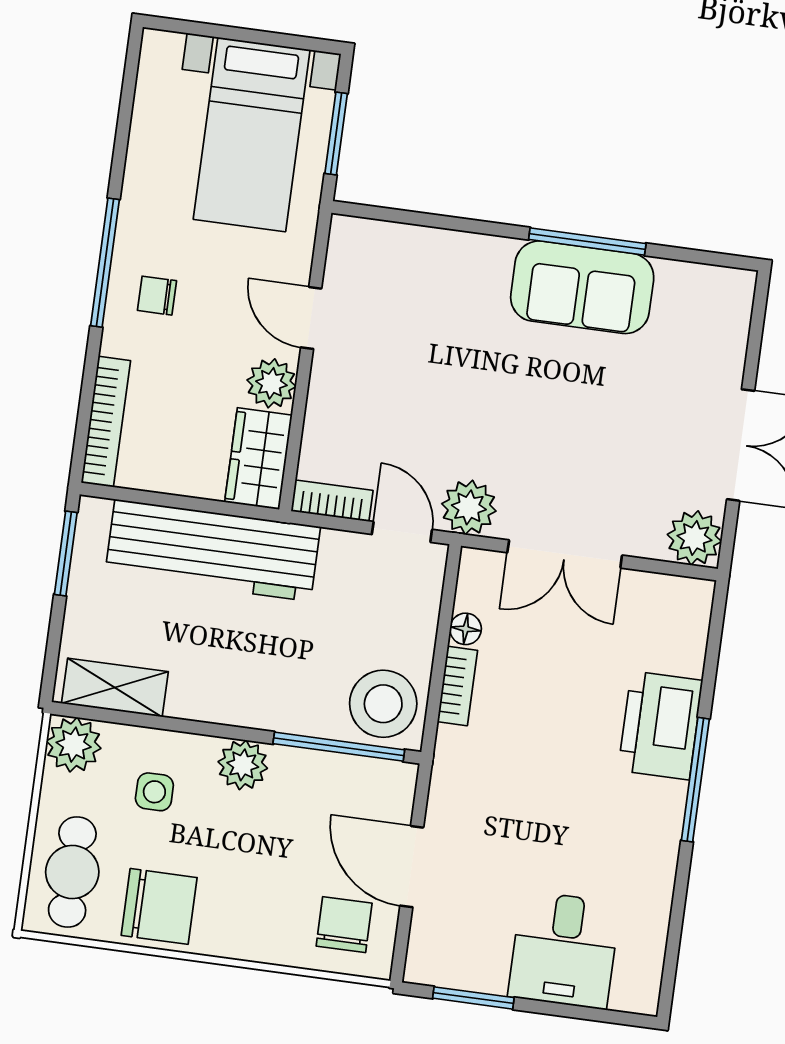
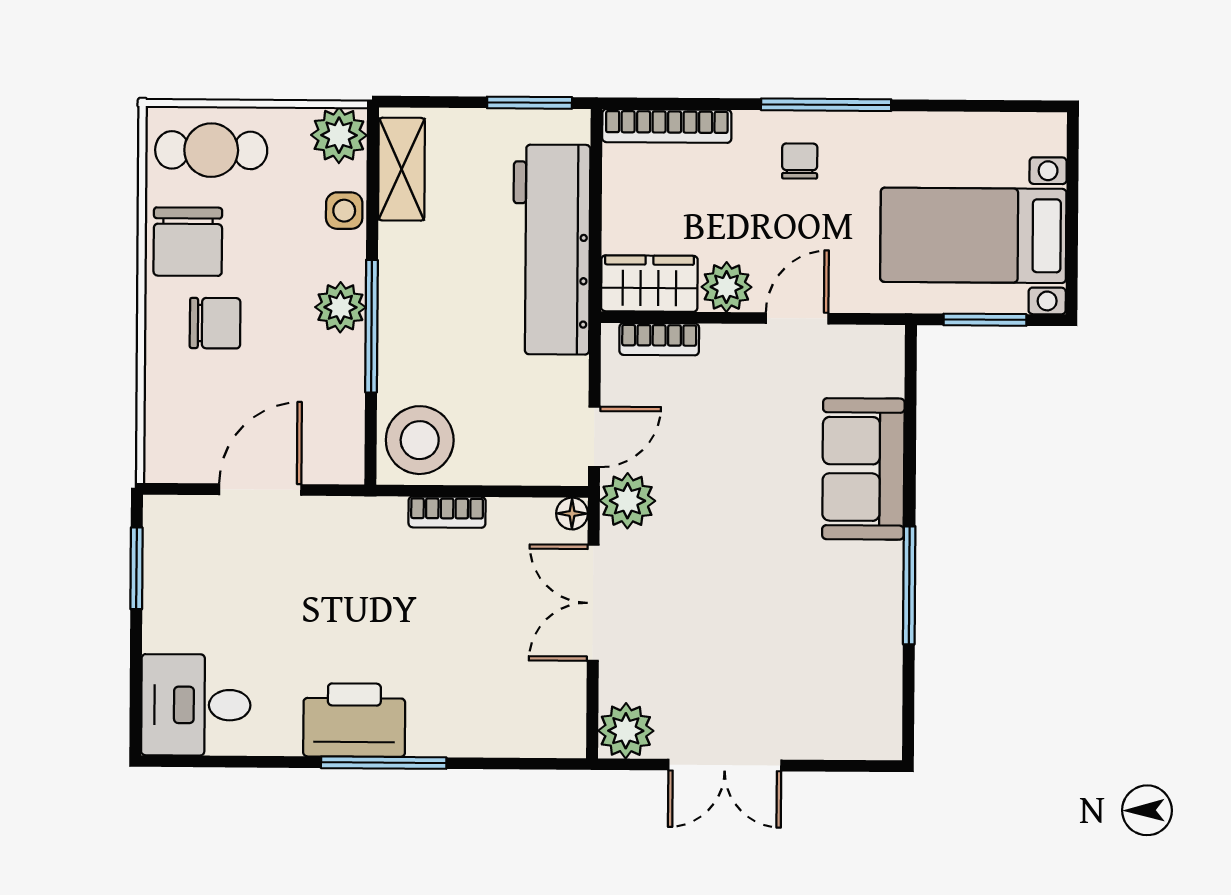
sofa: (582, 287) -> (863, 469), moved
bookcase: (332, 501) -> (659, 339), moved, turned 90
floor lamp: (466, 629) -> (572, 514), moved
printer: (660, 725) -> (354, 720), moved
window: (339, 747) -> (371, 326), moved
side table: (154, 792) -> (344, 211), moved
chair: (344, 925) -> (215, 323), moved
desk: (564, 950) -> (196, 705), moved

